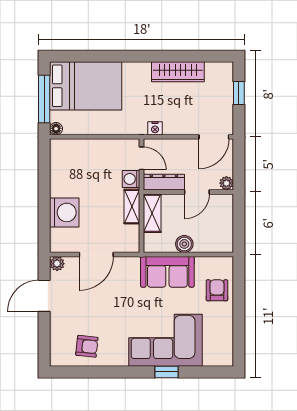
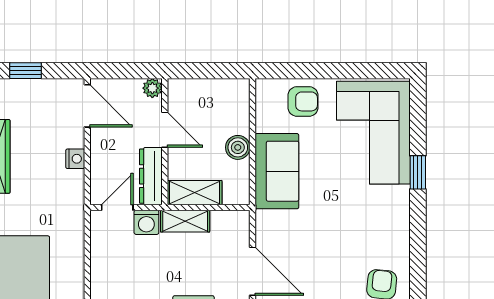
nightstand: (155, 128) -> (75, 159), moved
armchair: (217, 290) -> (303, 101), turned 180
corner sofa: (166, 340) -> (373, 133), moved

